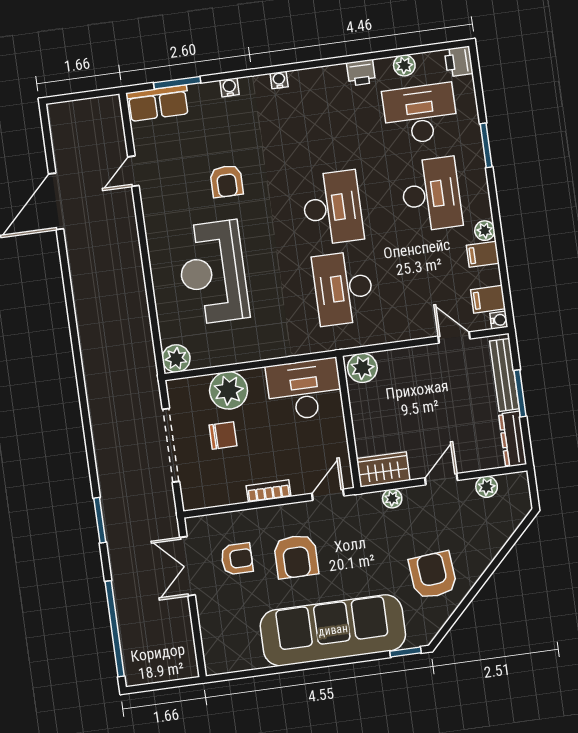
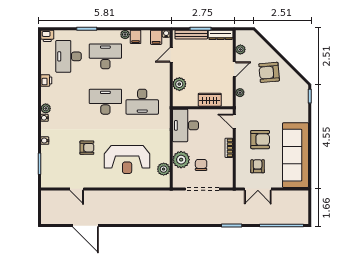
plant: (404, 65) -> (46, 108), moved
row of seats: (158, 103) -> (48, 174), removed
plant: (176, 358) -> (164, 169), moved
plant: (362, 368) -> (179, 84), moved
wardrobe: (383, 469) -> (210, 100), moved, turned 90
door: (441, 479) -> (234, 69), swing flipped
armchair: (433, 575) -> (269, 72), moved
sofa: (333, 630) -> (296, 155), moved

